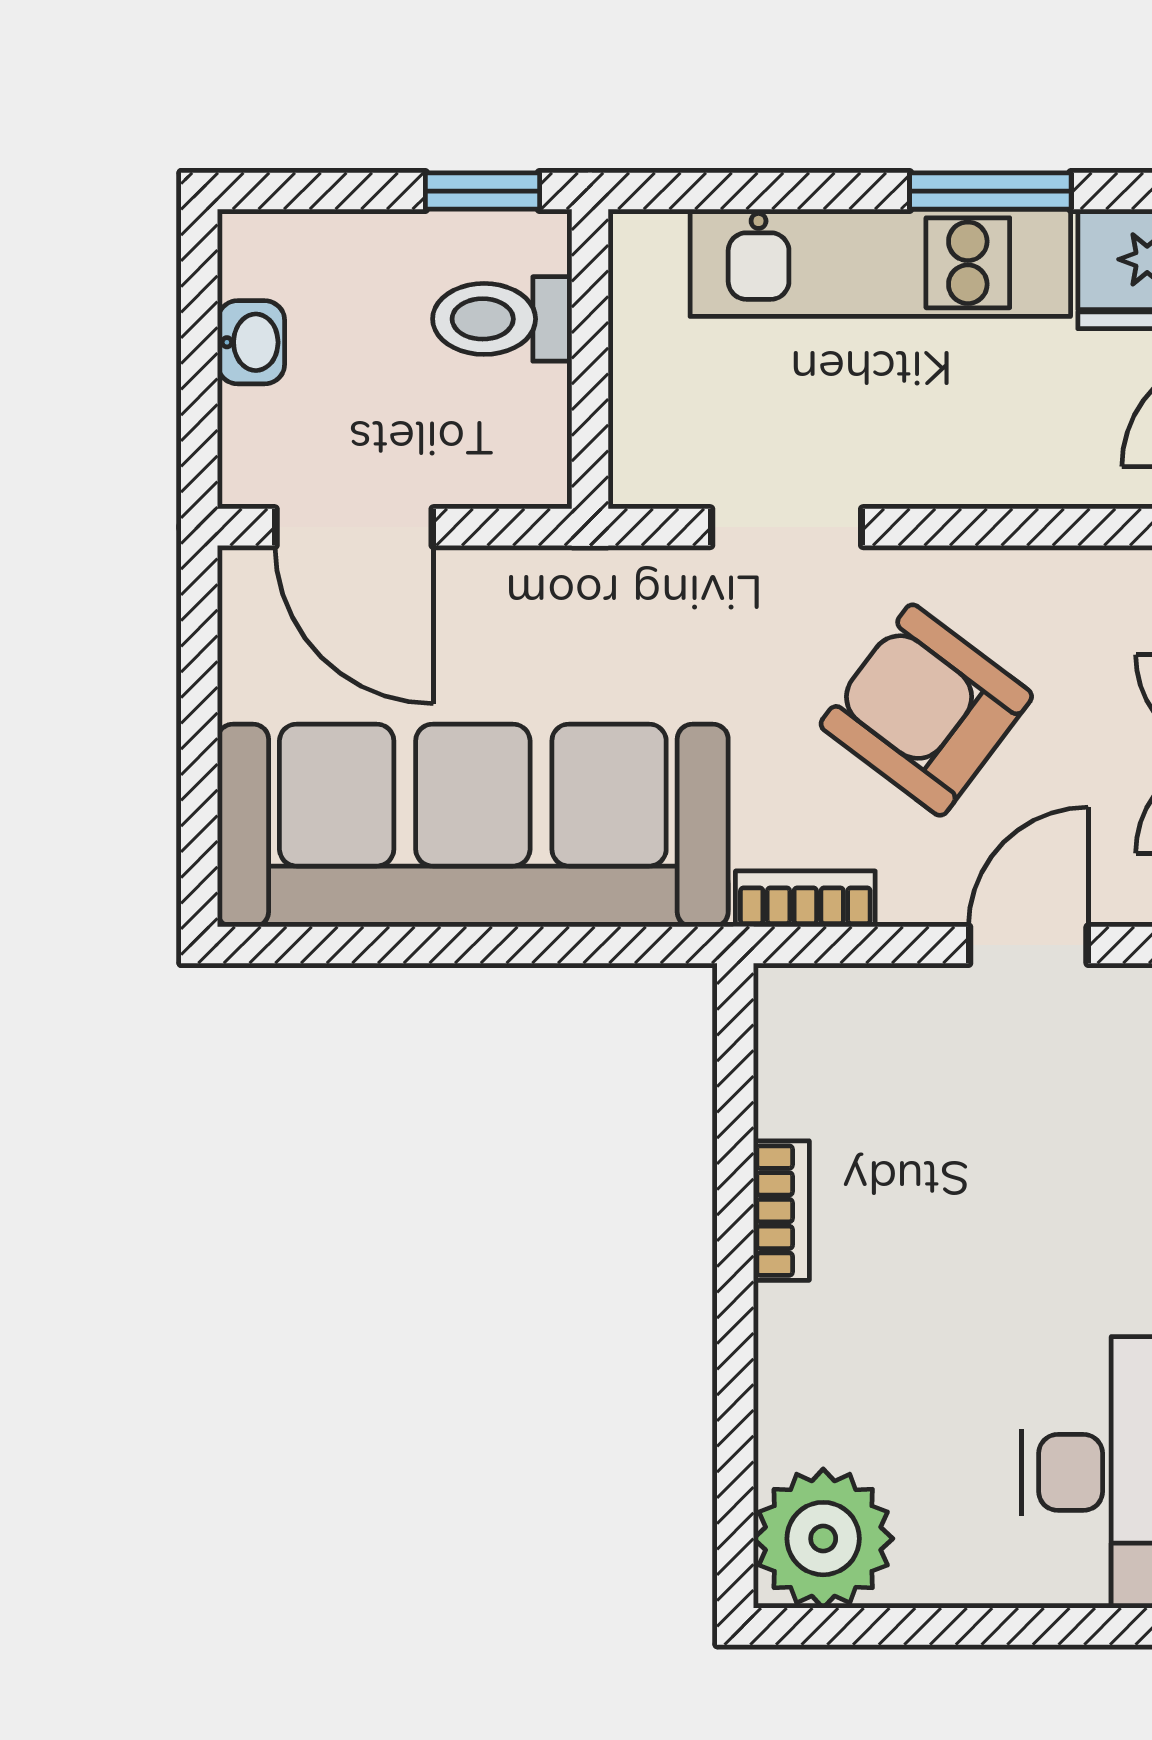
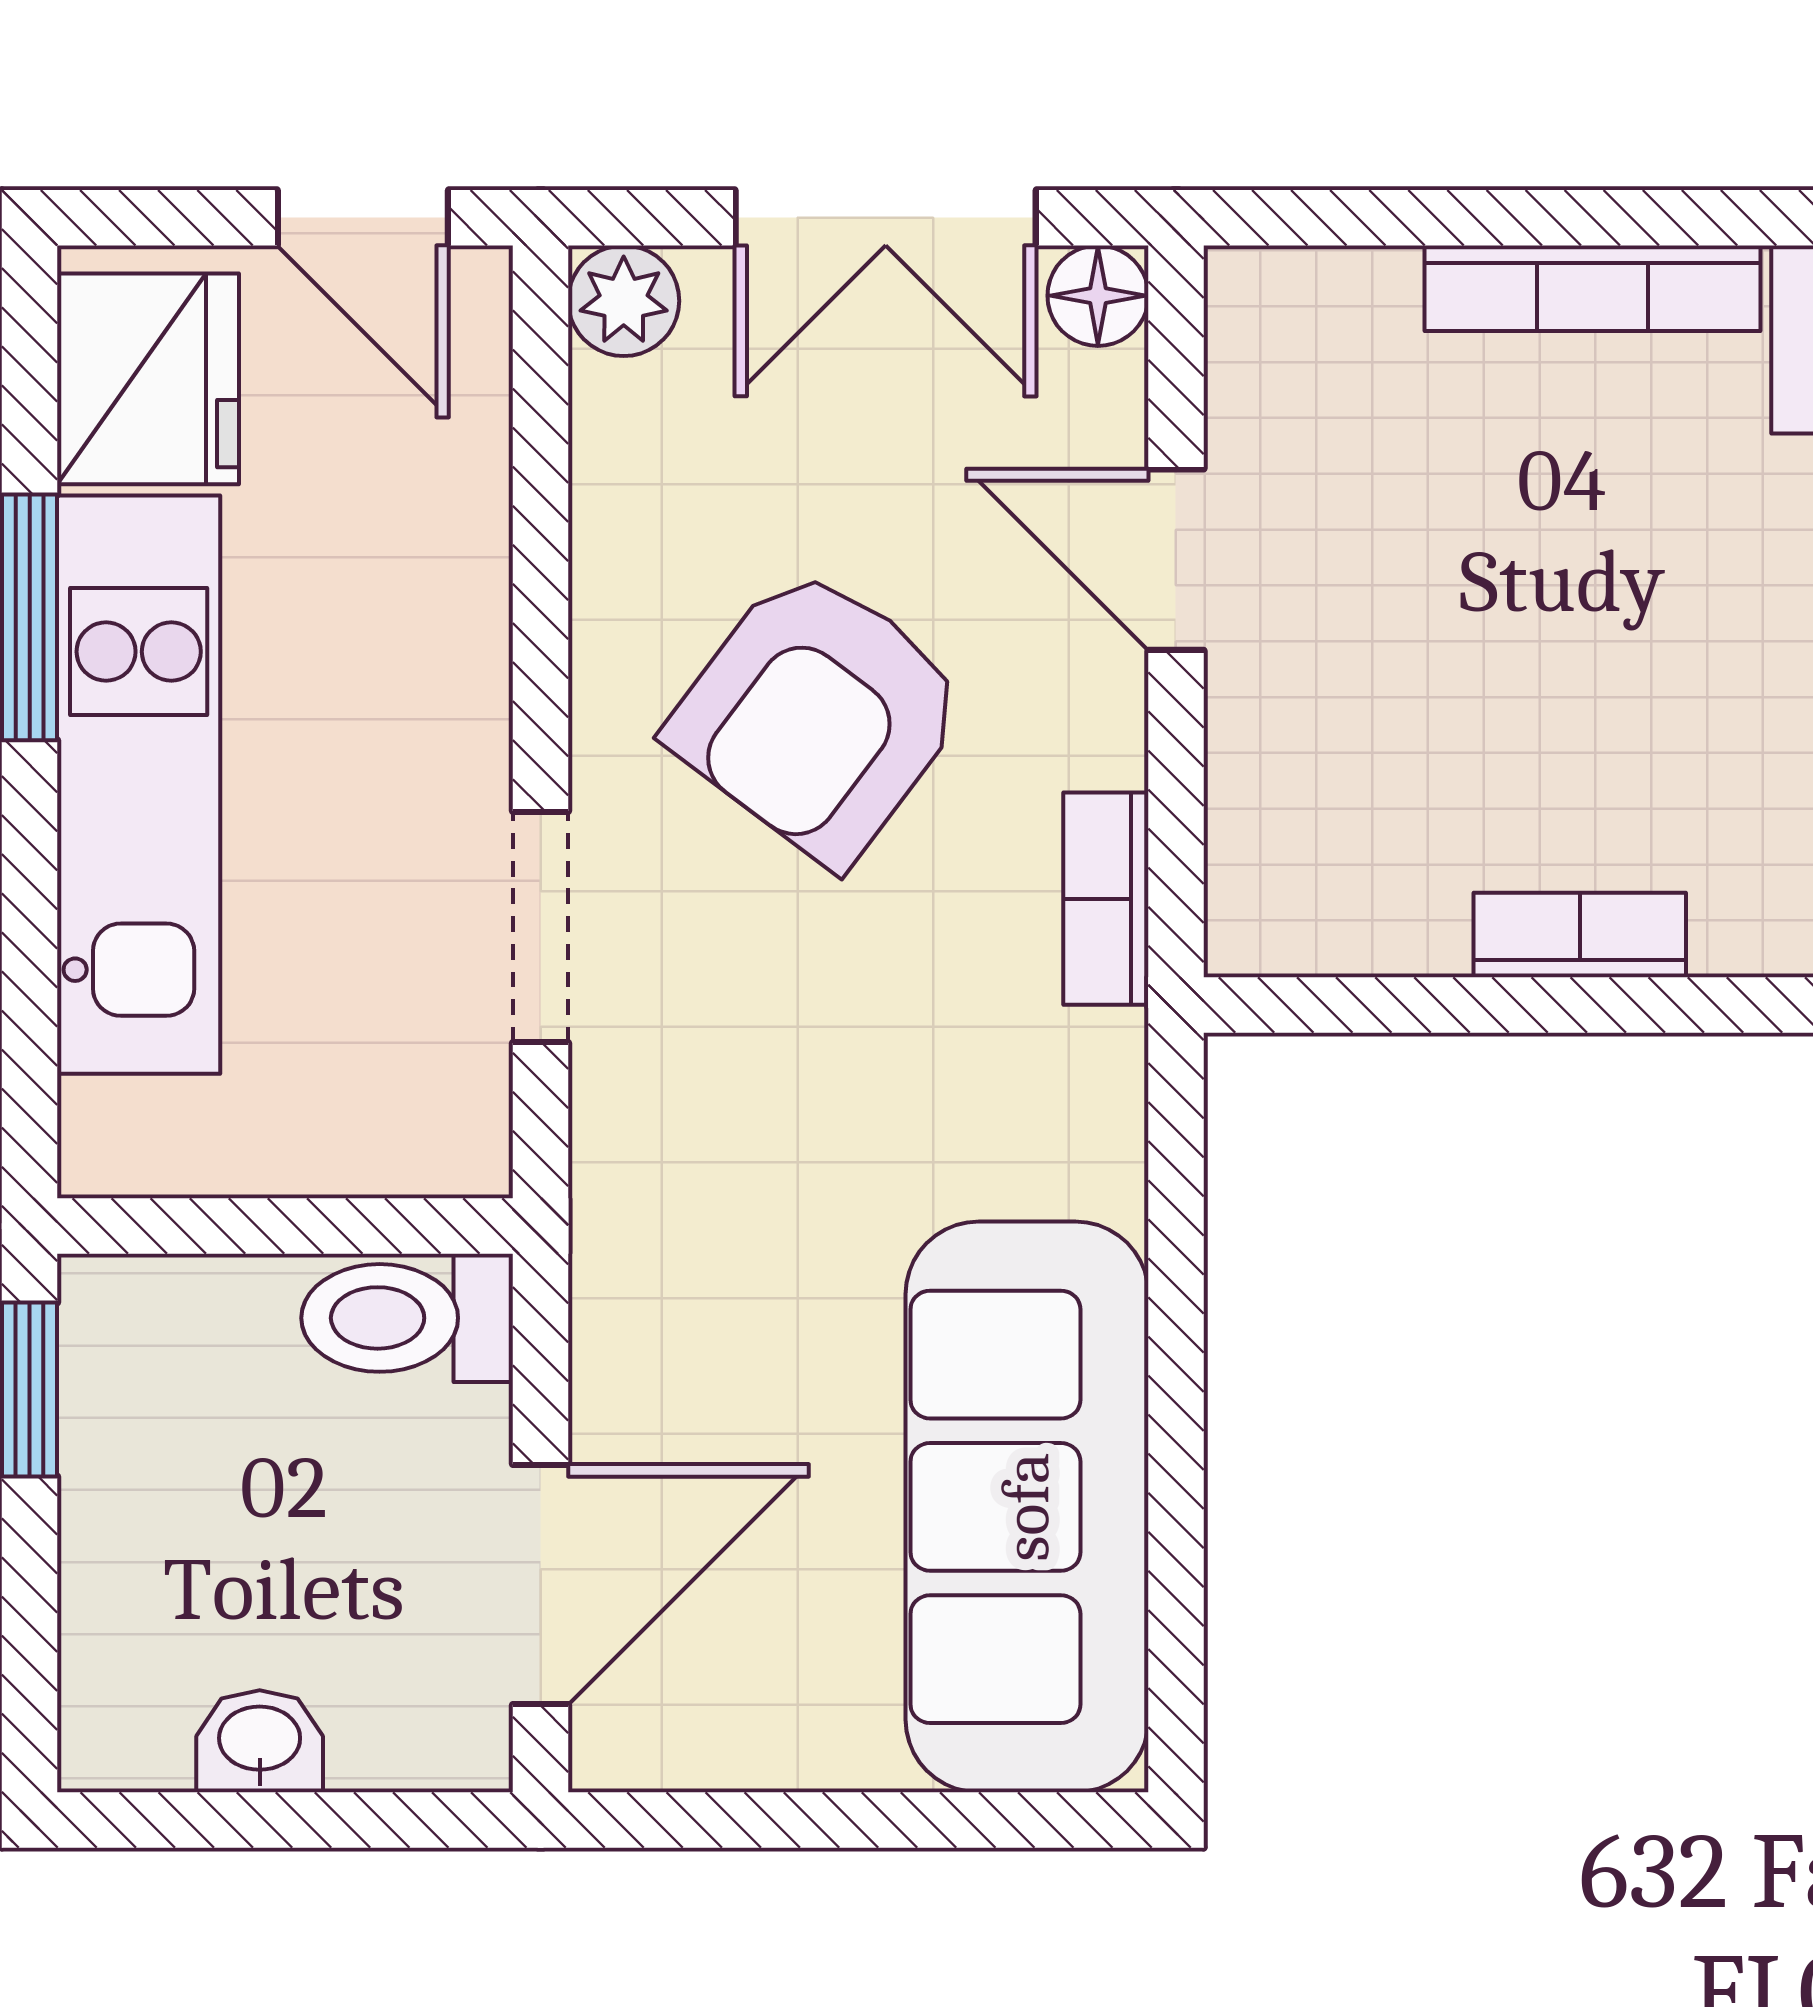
toilet: (502, 319) -> (407, 1318), moved, turned 90
sofa: (473, 825) -> (1027, 1507), width x0.74, depth x0.79

